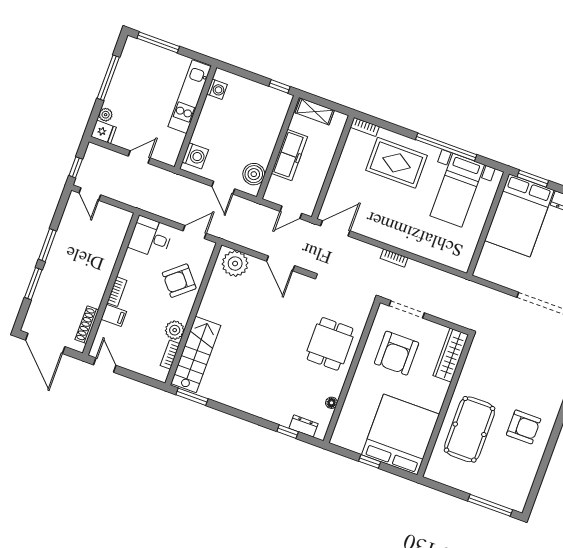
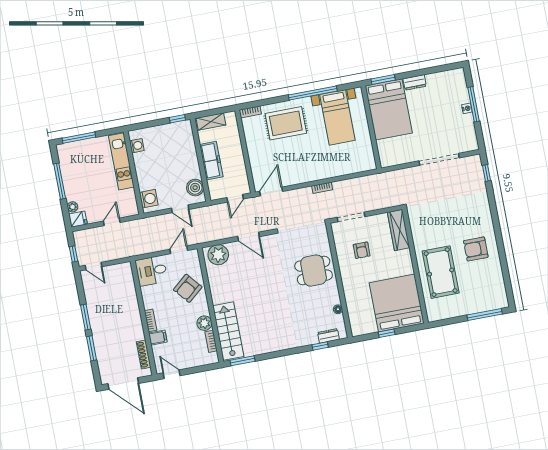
dining table: (330, 344) -> (314, 271), turned 90
armchair: (397, 353) -> (362, 250), width x0.53, depth x0.53
armchair: (524, 427) -> (476, 249), turned 180

